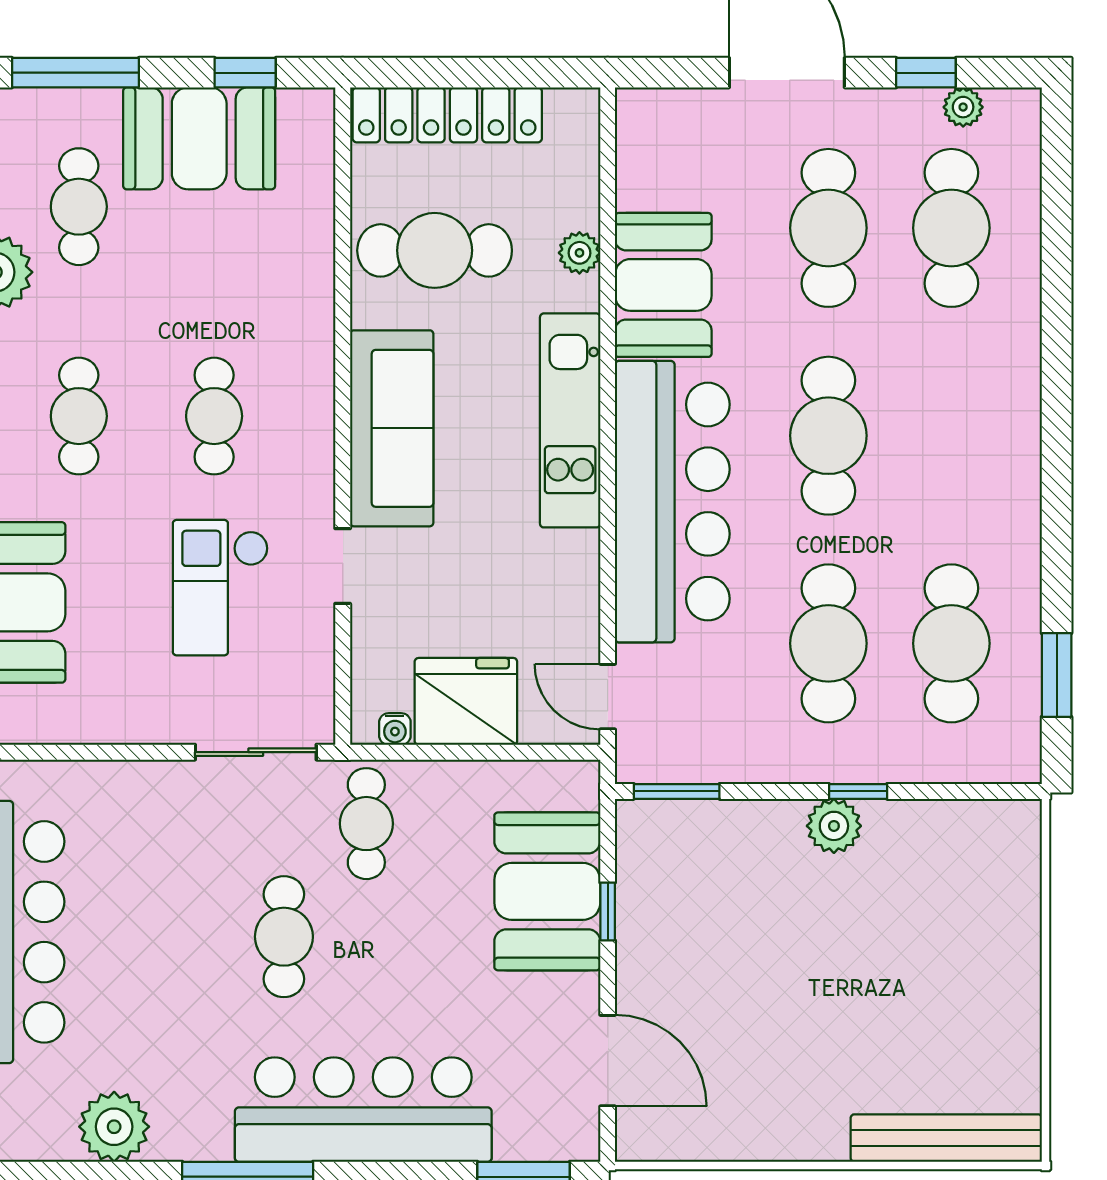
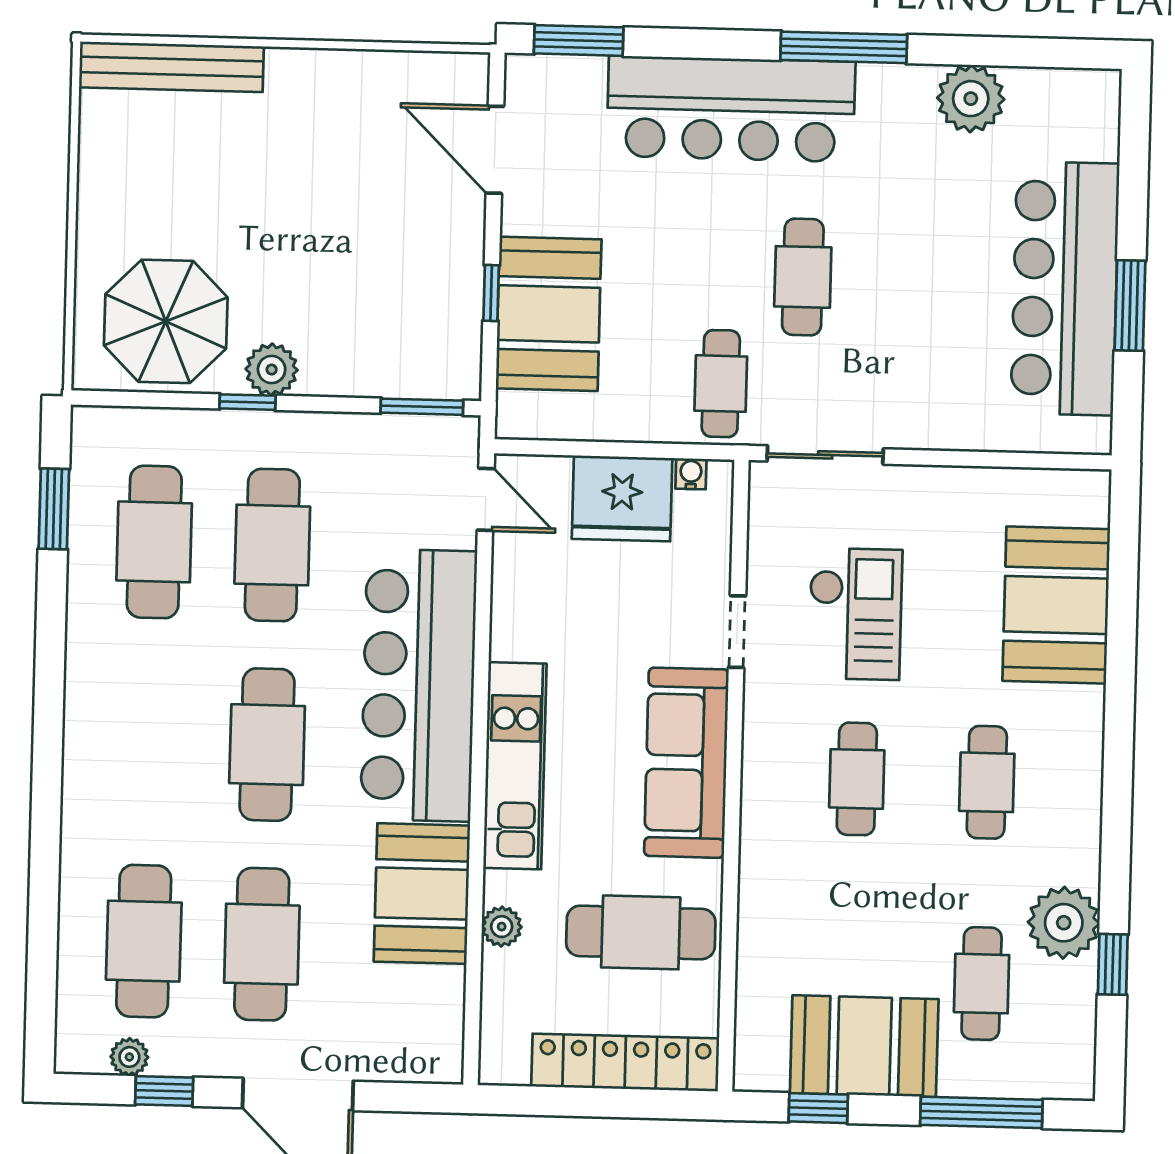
parasol: (945, 873) -> (166, 321), added

